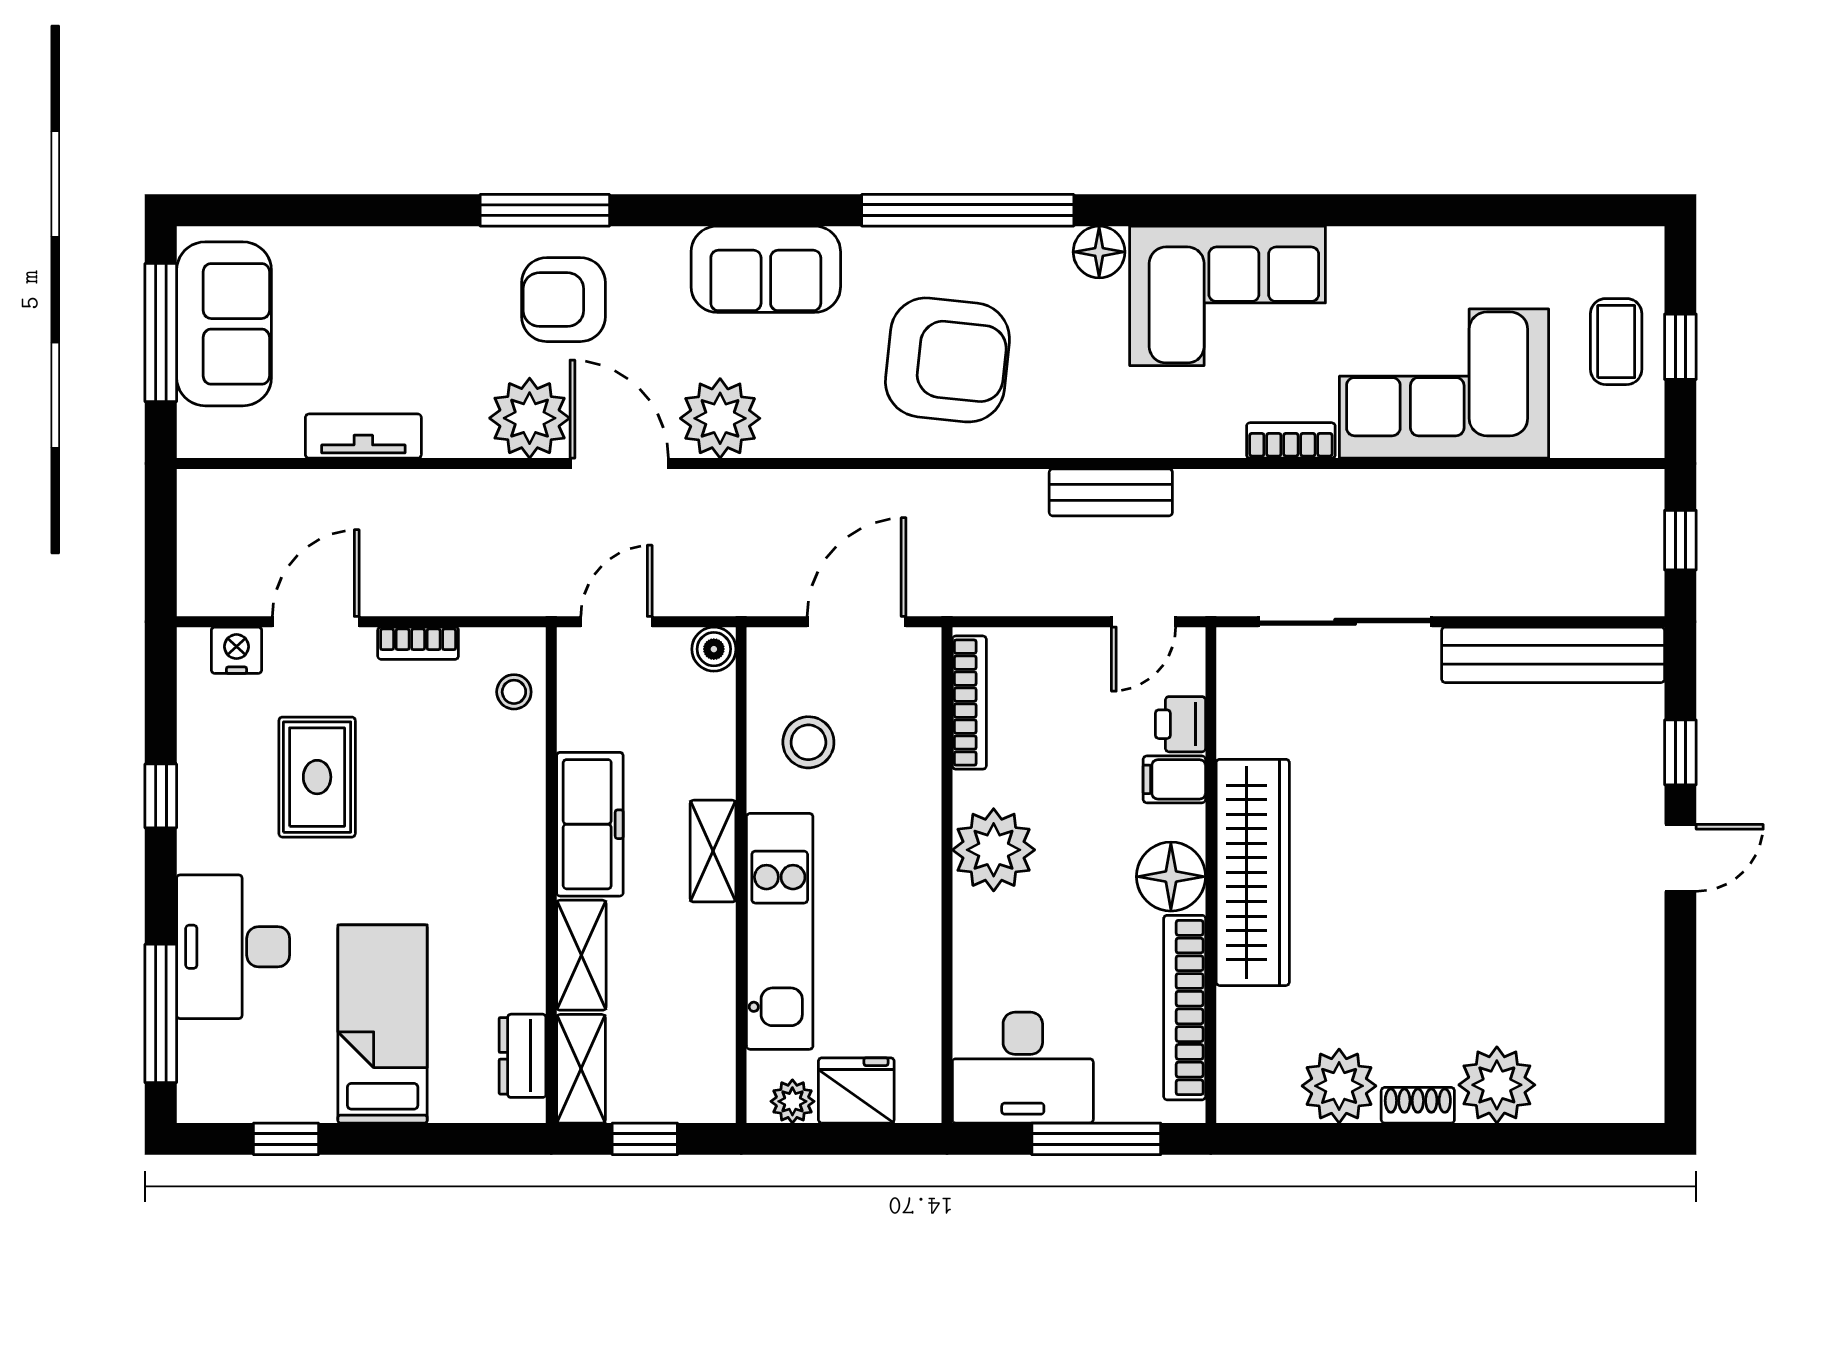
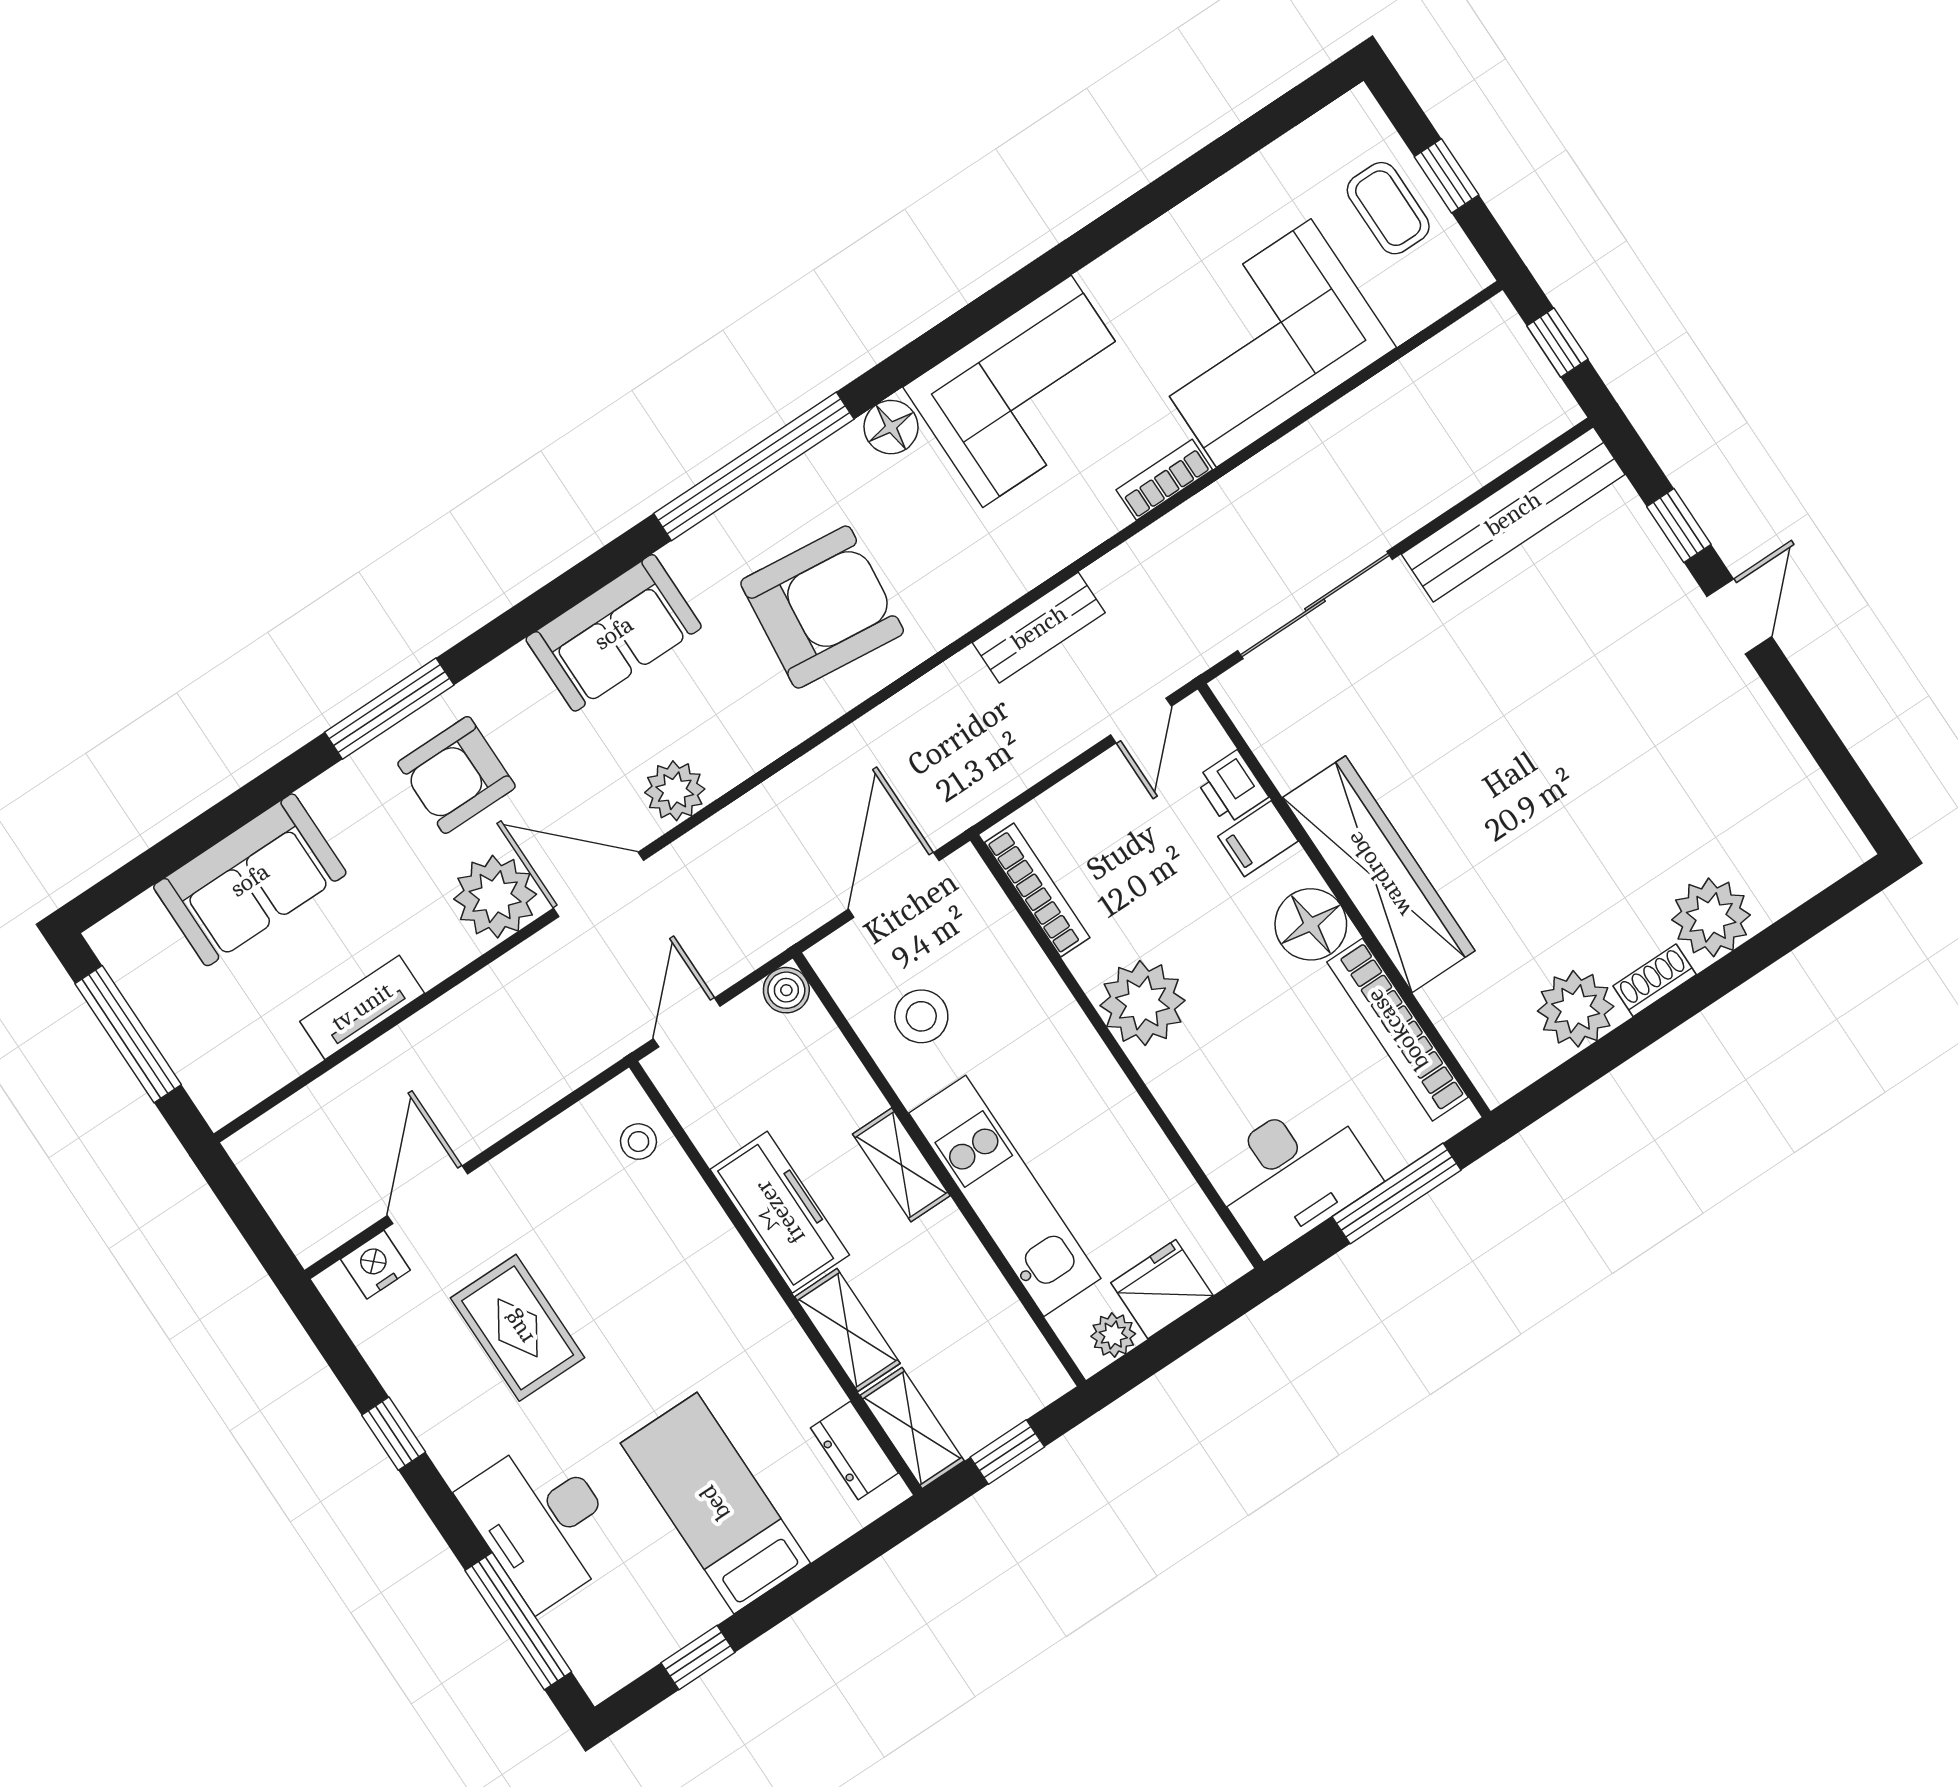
sofa: (224, 324) -> (250, 880), moved, turned 90
plant: (720, 418) -> (675, 791), width x0.73, depth x0.73
bookcase: (418, 643) -> (528, 1155), removed

